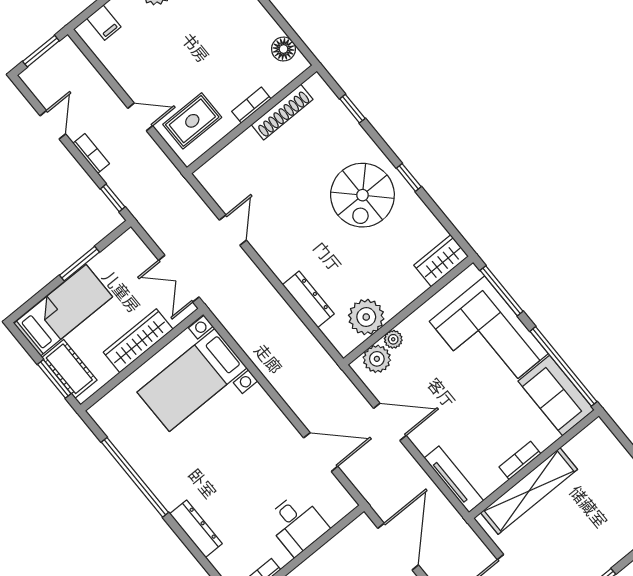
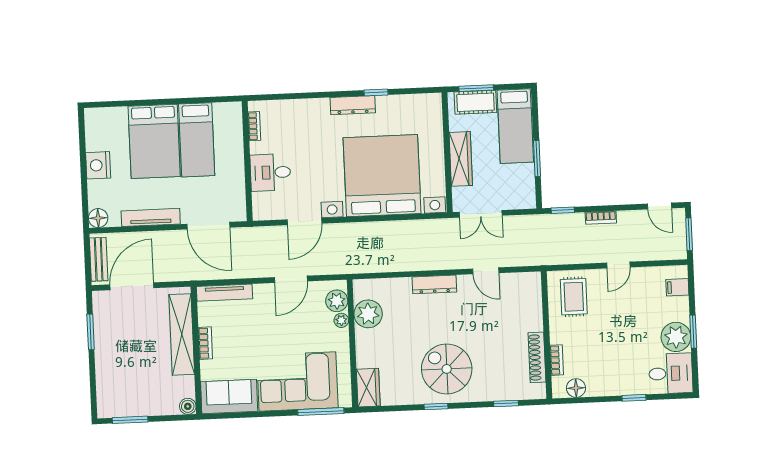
bookcase: (251, 105) -> (557, 360), moved
door: (140, 117) -> (618, 265), moved
door: (53, 125) -> (660, 206), moved
double door: (179, 279) -> (481, 214), swing flipped
dresser: (308, 299) -> (434, 284), moved
window: (563, 366) -> (244, 415), removed
bed with nightstands: (192, 380) -> (382, 176), width x1.85
boiler: (598, 430) -> (188, 406), added
window: (135, 477) -> (376, 92), width x0.32
dresser: (196, 529) -> (353, 105), moved

